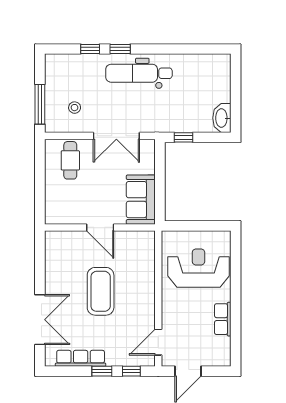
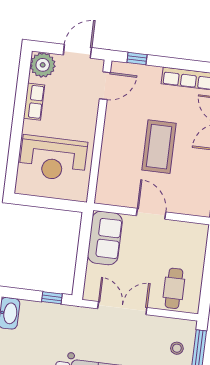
stool: (75, 108) -> (177, 348), moved
plant: (219, 355) -> (43, 65), added
window: (102, 371) -> (168, 62), removed

